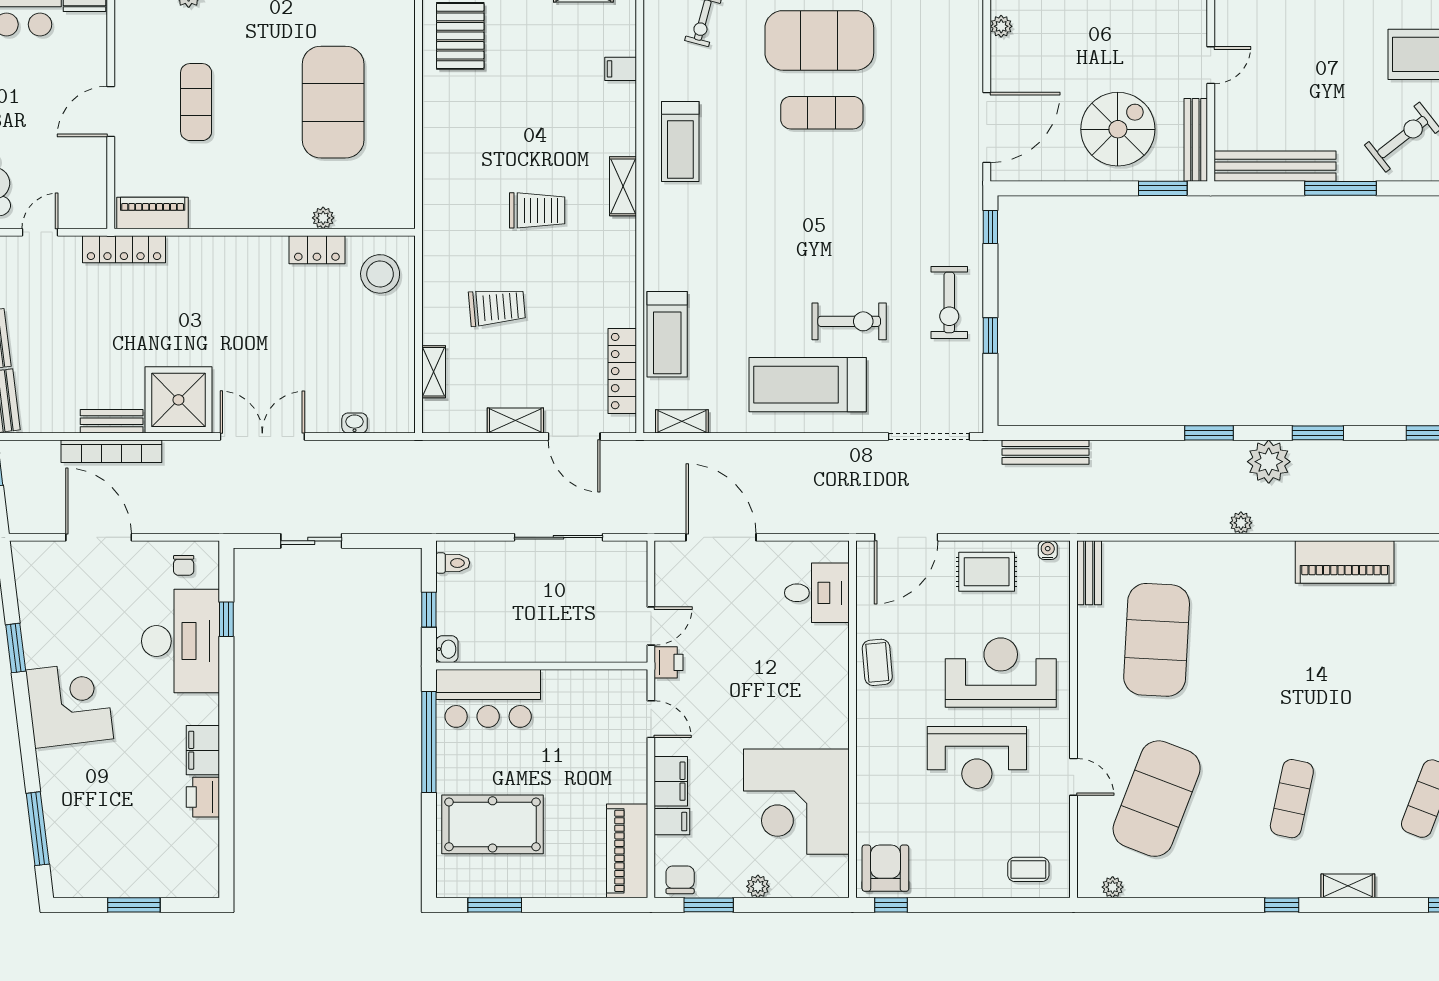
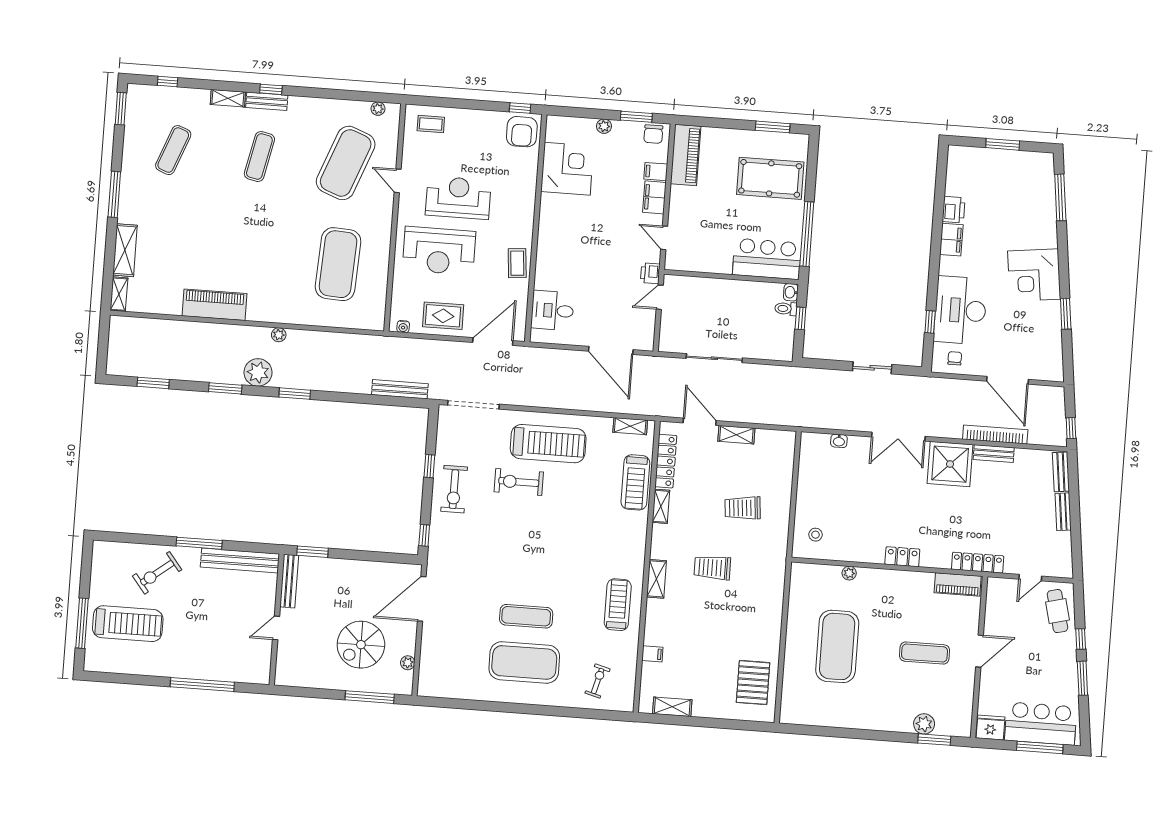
exercise mat: (196, 102) -> (925, 653), turned 90
spiral stairs: (1118, 129) -> (361, 645), moved
locker: (317, 250) -> (902, 557), moved
stool: (380, 274) -> (815, 535), width x0.53, depth x0.53
exercise bike: (949, 302) -> (454, 489), turned 180
treadmill: (667, 334) -> (635, 482), turned 180
shelving: (434, 372) -> (661, 506), moved
toilet: (453, 563) -> (786, 309), moved
bench: (1089, 573) -> (267, 101), moved, turned 90
corner desk: (796, 802) -> (567, 169), width x0.74, depth x0.74

